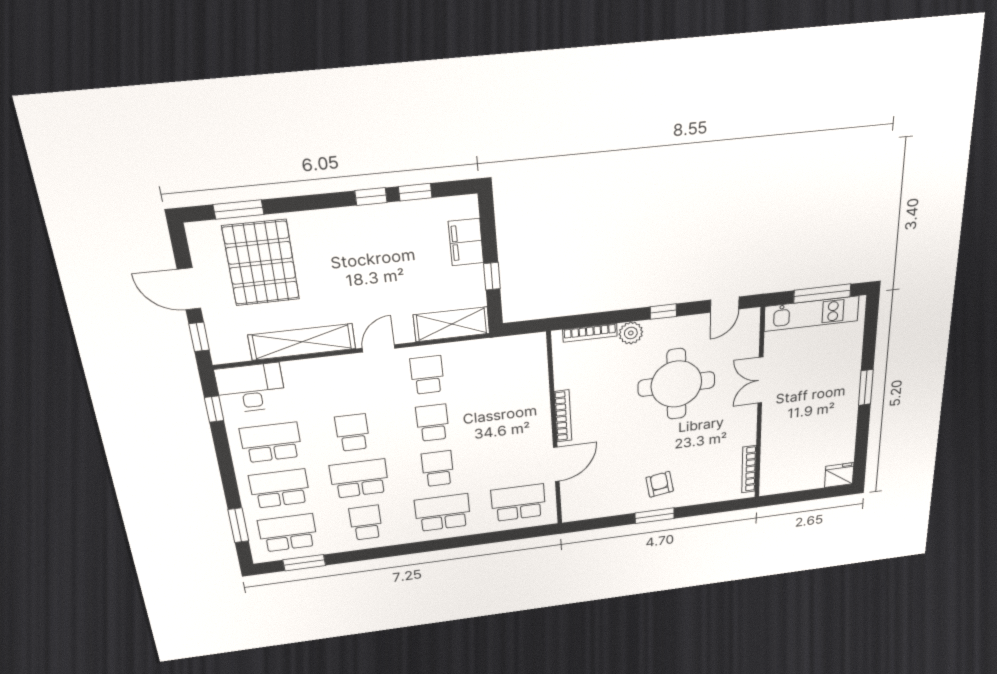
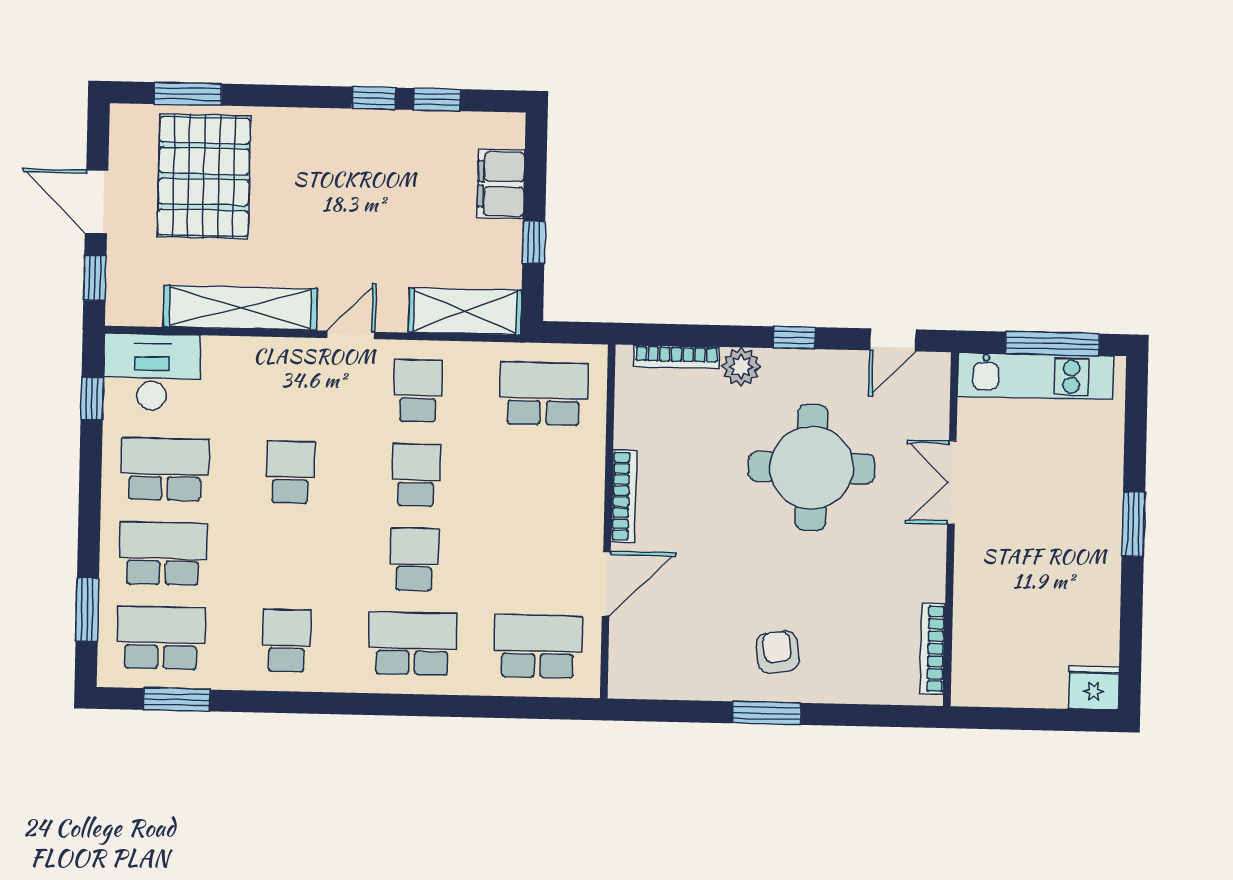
school desk: (359, 479) -> (544, 394), moved

